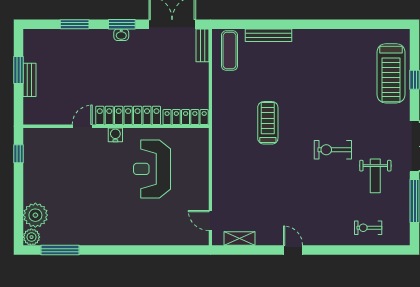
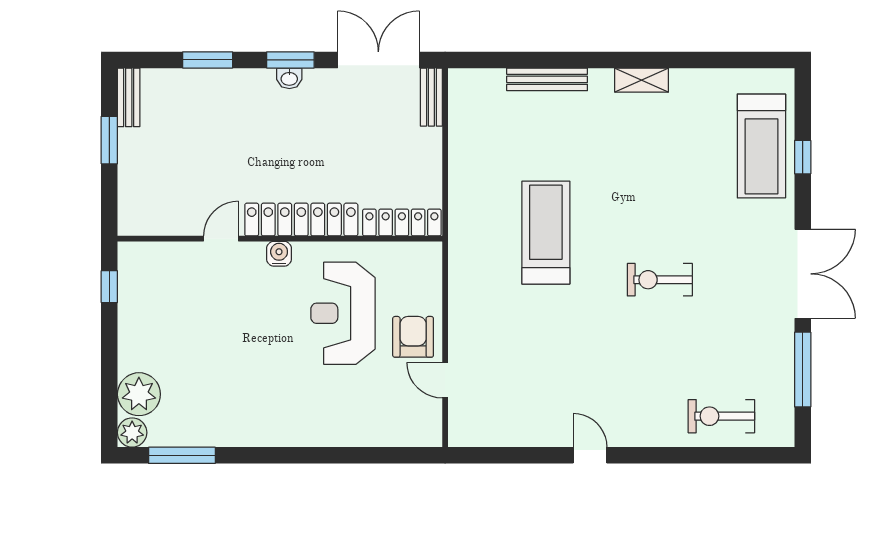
exercise mat: (230, 51) -> (479, 106), removed
bench: (30, 80) -> (129, 97), moved
treadmill: (268, 123) -> (546, 233), width x1.37, depth x1.38
weight bench: (375, 176) -> (734, 325), removed
armchair: (192, 182) -> (413, 337), added
door: (210, 221) -> (445, 380), moved
exercise bike: (368, 228) -> (721, 416), width x1.38, depth x1.39
shelving: (239, 239) -> (642, 80), moved

